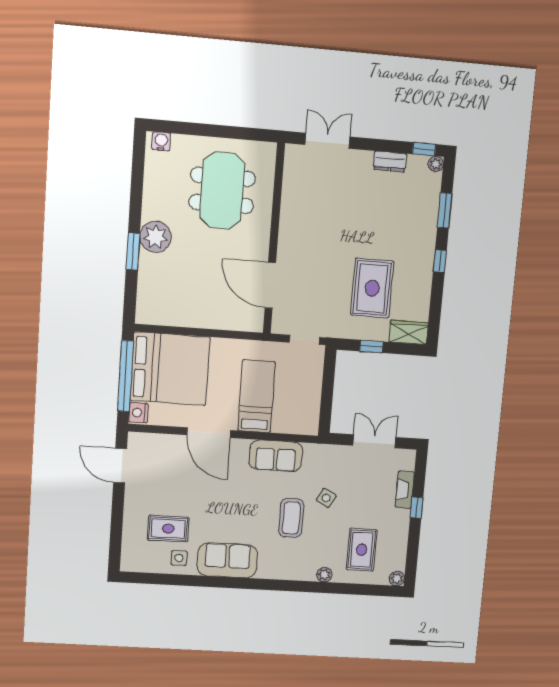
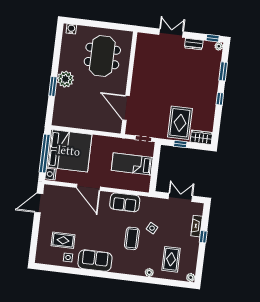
double door: (327, 141) -> (171, 33), moved
rug: (372, 288) -> (180, 123), moved
bed: (256, 396) -> (132, 164), moved, turned -90
door: (120, 466) -> (39, 203), hinge flipped

